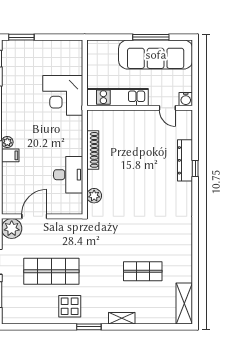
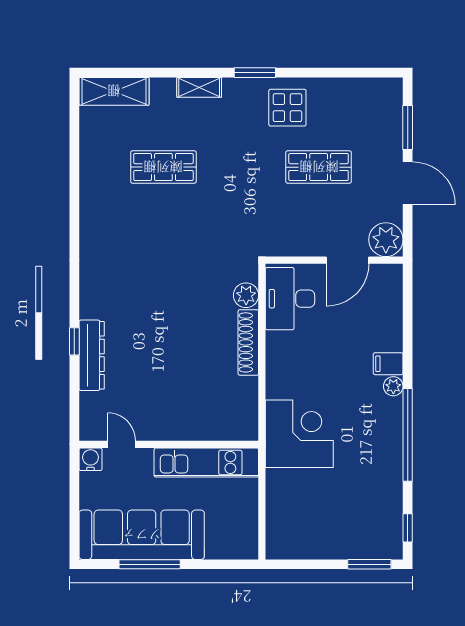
corner desk: (63, 95) -> (299, 434), moved
shoe rack: (93, 150) -> (248, 342), moved
desk: (68, 175) -> (290, 299), moved
shop shelf: (51, 271) -> (319, 167), width x0.70, depth x0.74
shelving: (184, 304) -> (114, 91), moved, turned 90

